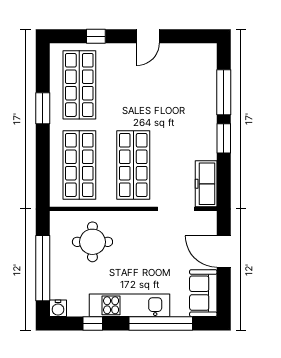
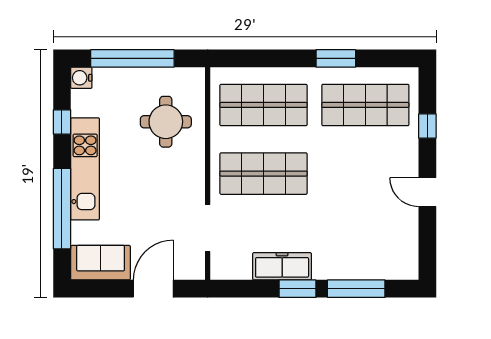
freezer: (206, 184) -> (282, 266), moved

